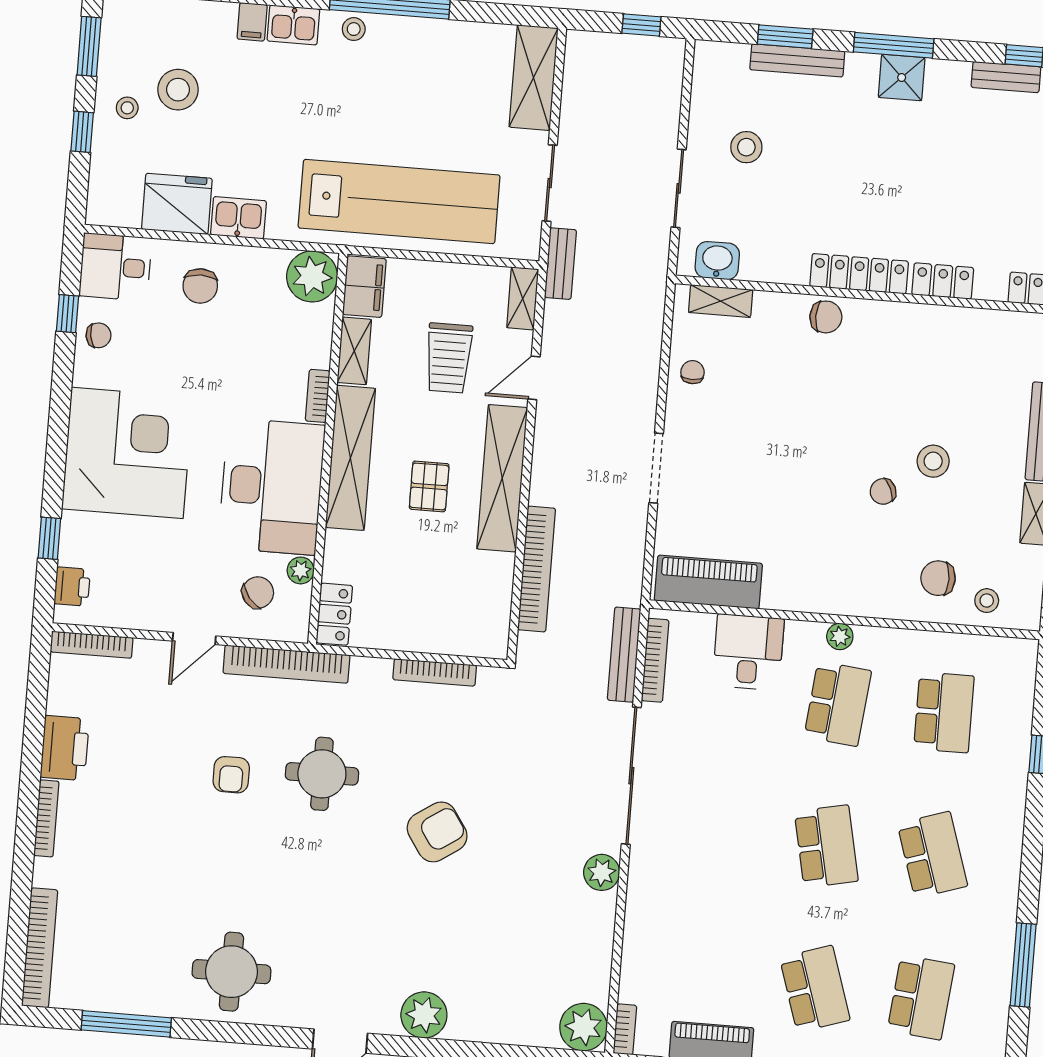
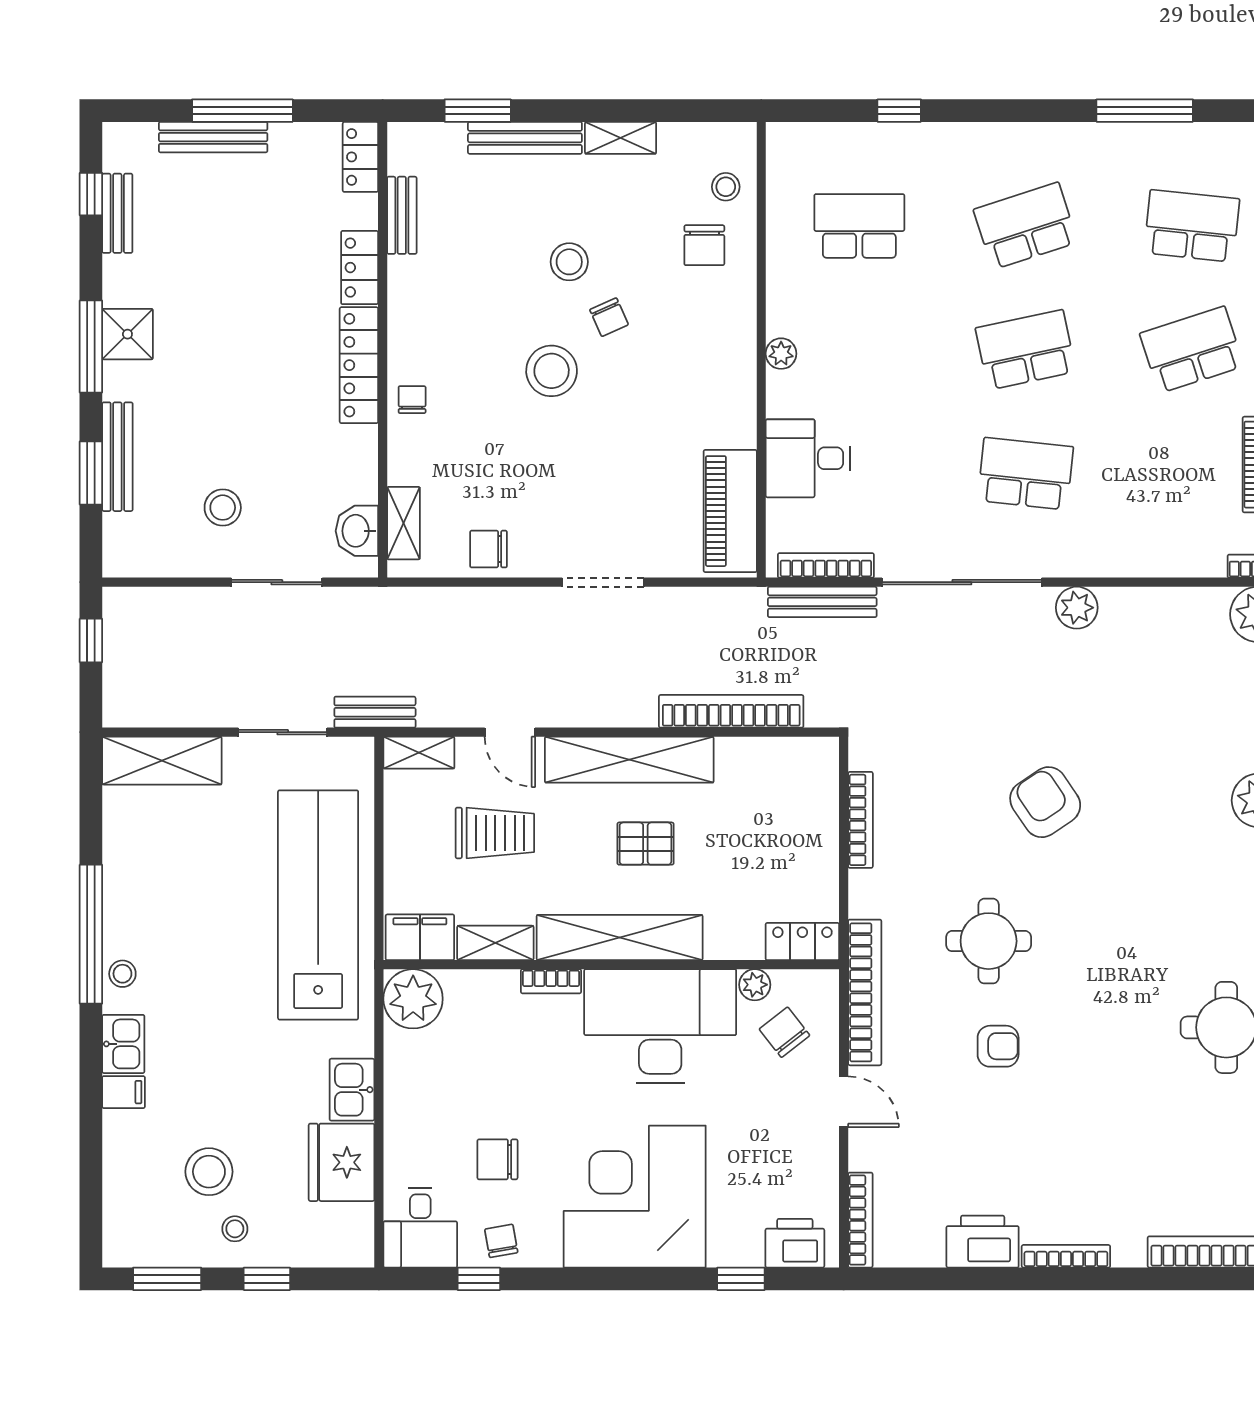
chair: (200, 286) -> (497, 1159), moved, turned 180
chair: (826, 317) -> (412, 400), width x0.73, depth x0.73
bench: (985, 321) -> (402, 215), added
chair: (692, 372) -> (489, 549), width x1.37, depth x1.37
stool: (841, 439) -> (552, 371), added
printer: (72, 587) -> (795, 1243), width x1.36, depth x1.24
school desk: (838, 704) -> (1026, 474), moved

